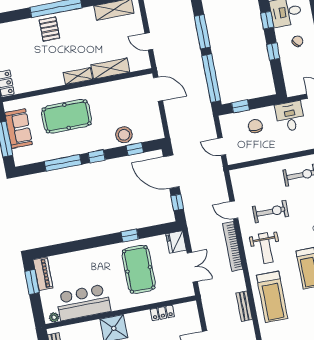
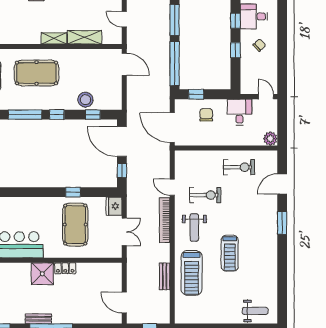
door: (222, 147) -> (172, 128), width x1.87
locker: (162, 313) -> (65, 268), moved

